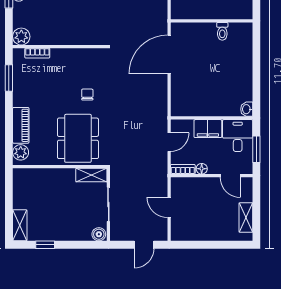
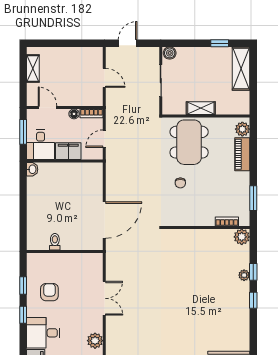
shelving: (91, 175) -> (201, 108), moved
shelving: (20, 225) -> (241, 69), width x1.50, depth x1.33

